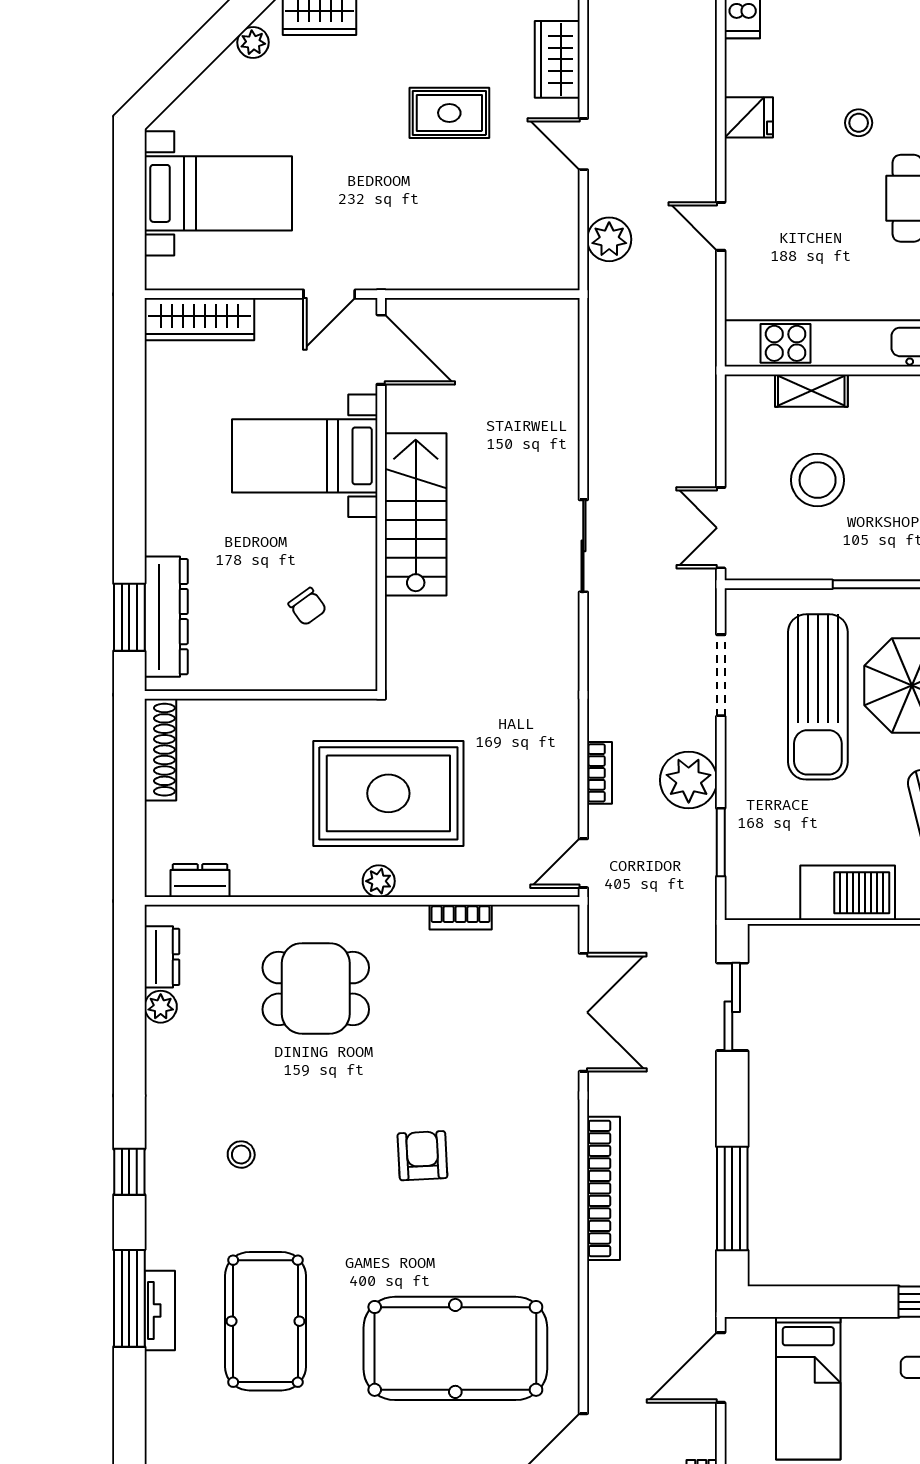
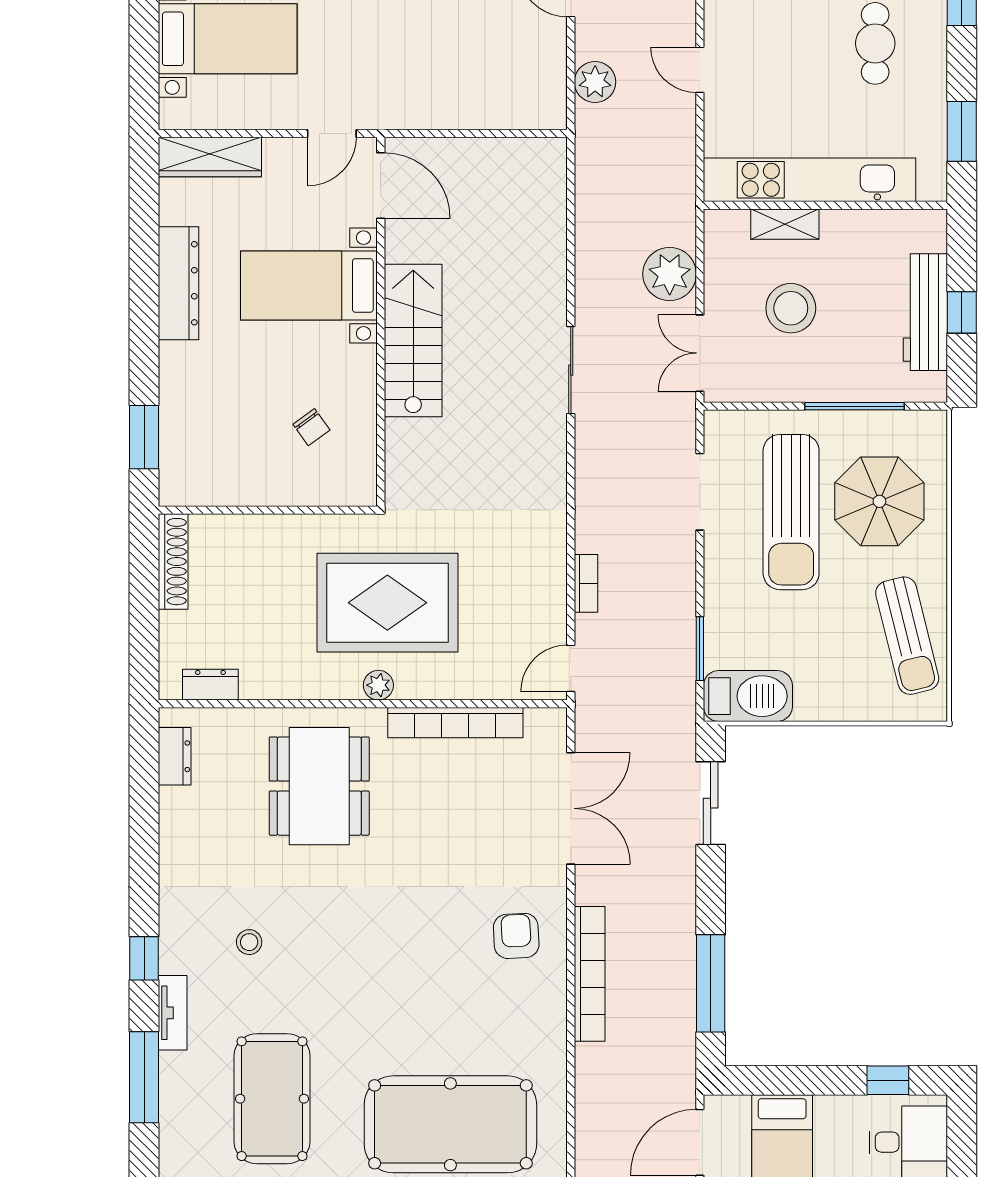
dresser: (166, 617) -> (179, 283), moved
plant: (689, 780) -> (670, 274), moved
barbecue: (848, 893) -> (748, 696), moved
bookcase: (461, 917) -> (455, 723), width x2.31, depth x1.31
dining table: (316, 988) -> (319, 786), width x1.38
plant: (161, 1007) -> (173, 803), removed
armchair: (422, 1156) -> (516, 936), moved
tv unit: (160, 1310) -> (173, 1013), moved

